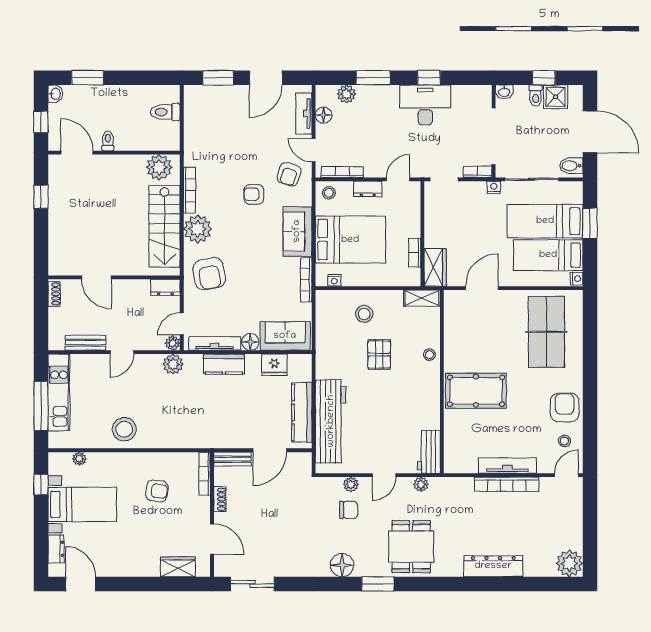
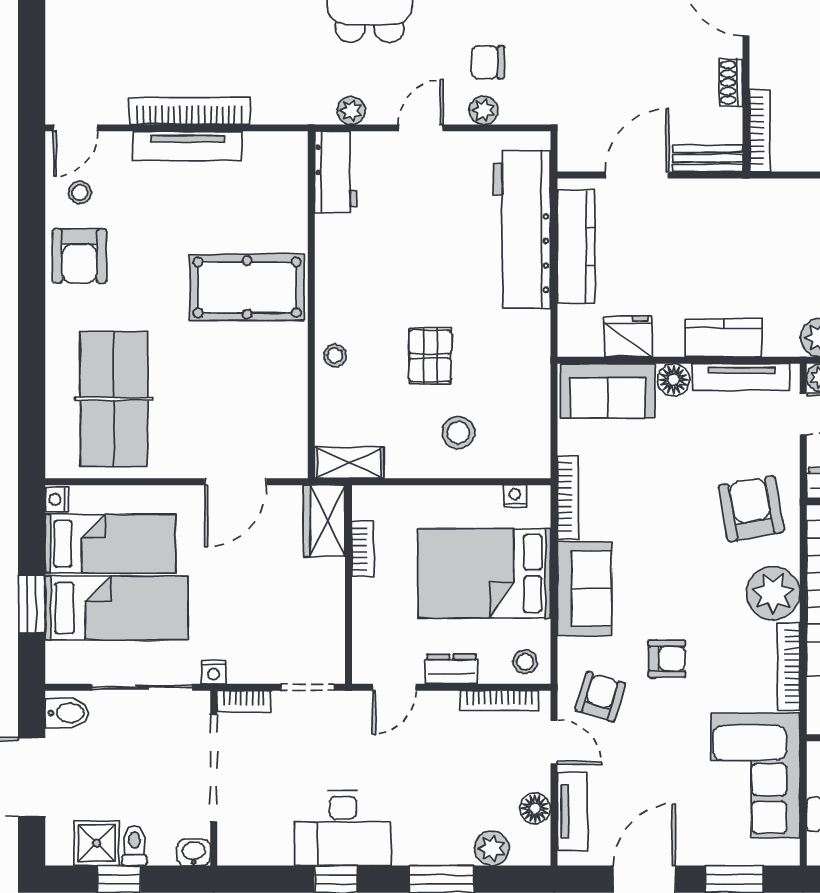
corner sofa: (207, 133) -> (755, 775), added

